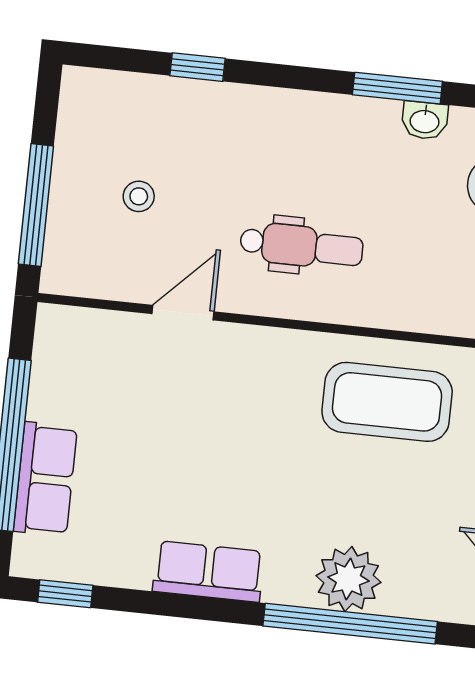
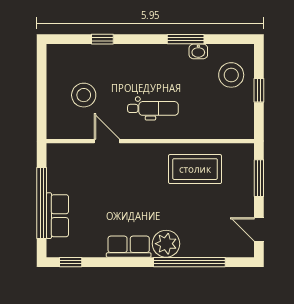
stool: (139, 196) -> (84, 95), width x1.89, depth x1.89
window: (36, 205) -> (42, 103), removed
door: (183, 313) -> (107, 141), hinge flipped
plant: (348, 579) -> (166, 244), moved

